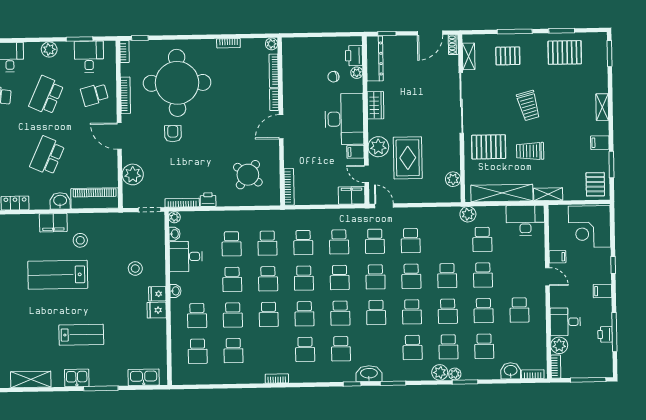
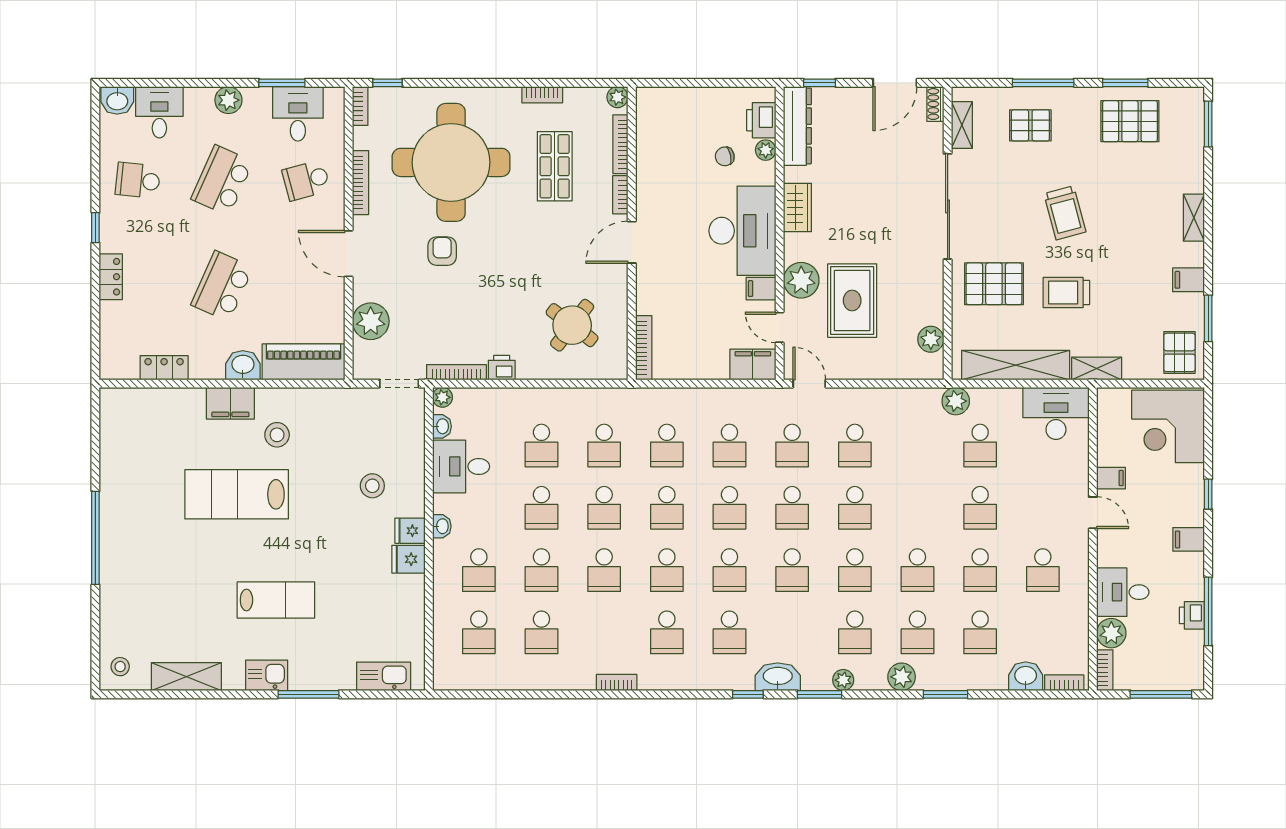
shop shelf: (236, 84) -> (555, 166), added
school desk: (447, 276) -> (917, 508), removed
plant: (455, 374) -> (843, 680), moved

